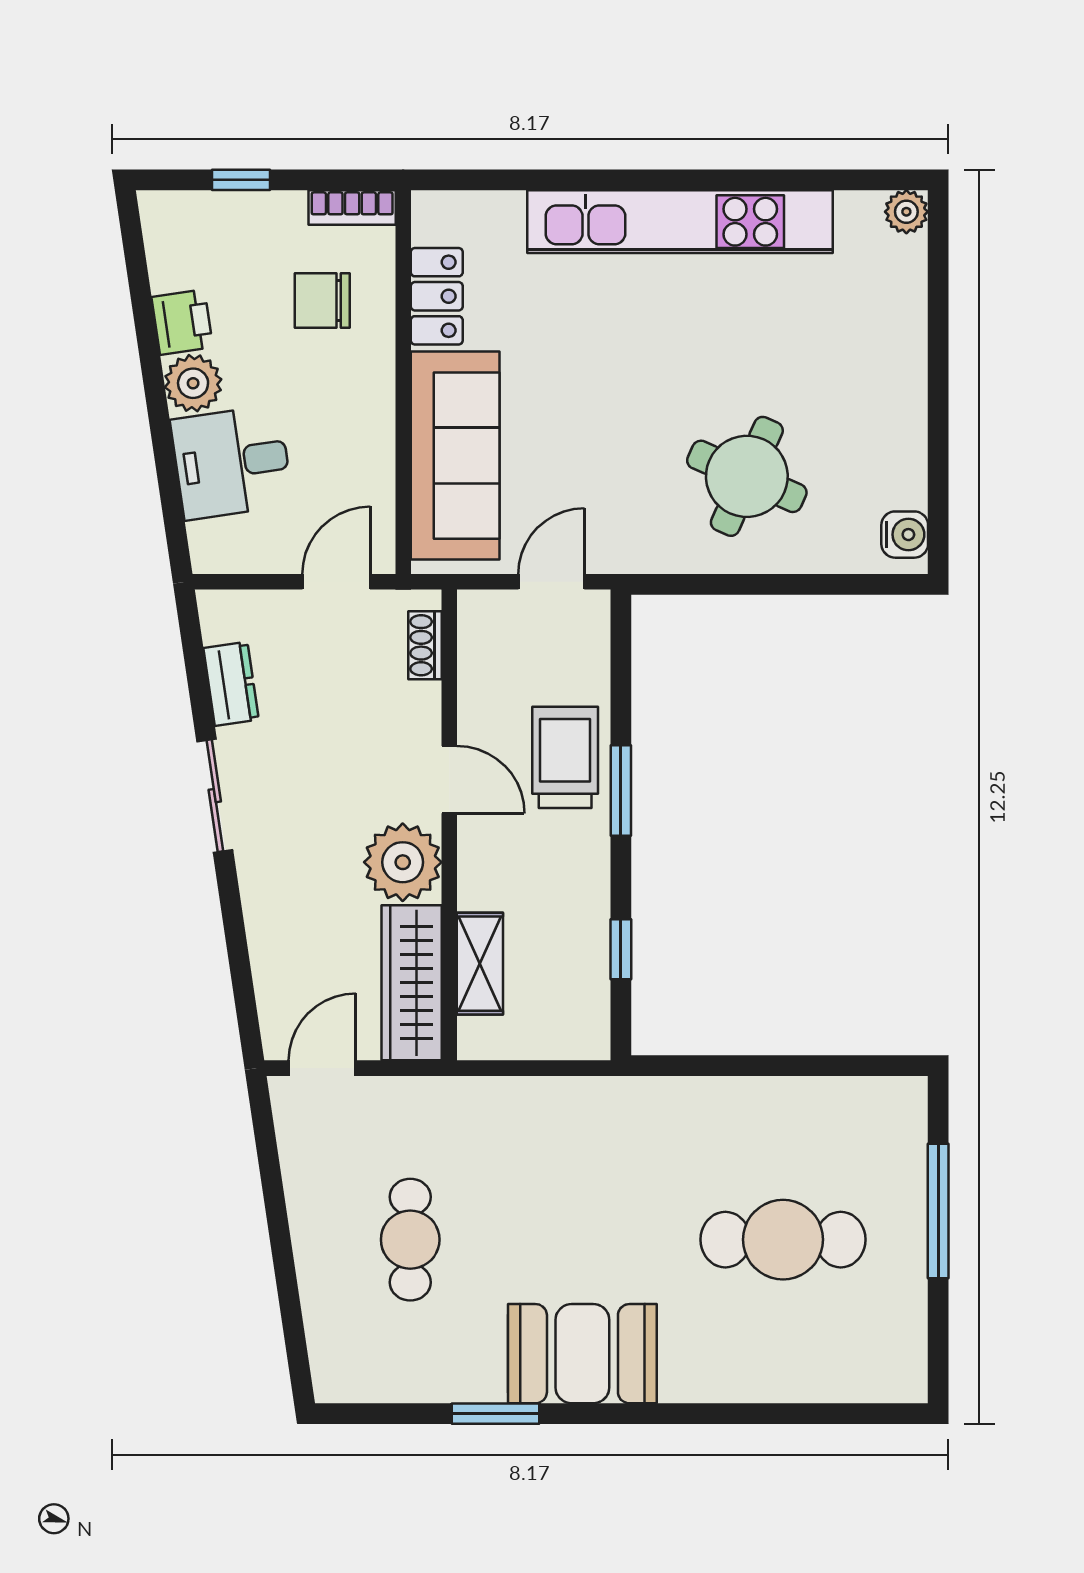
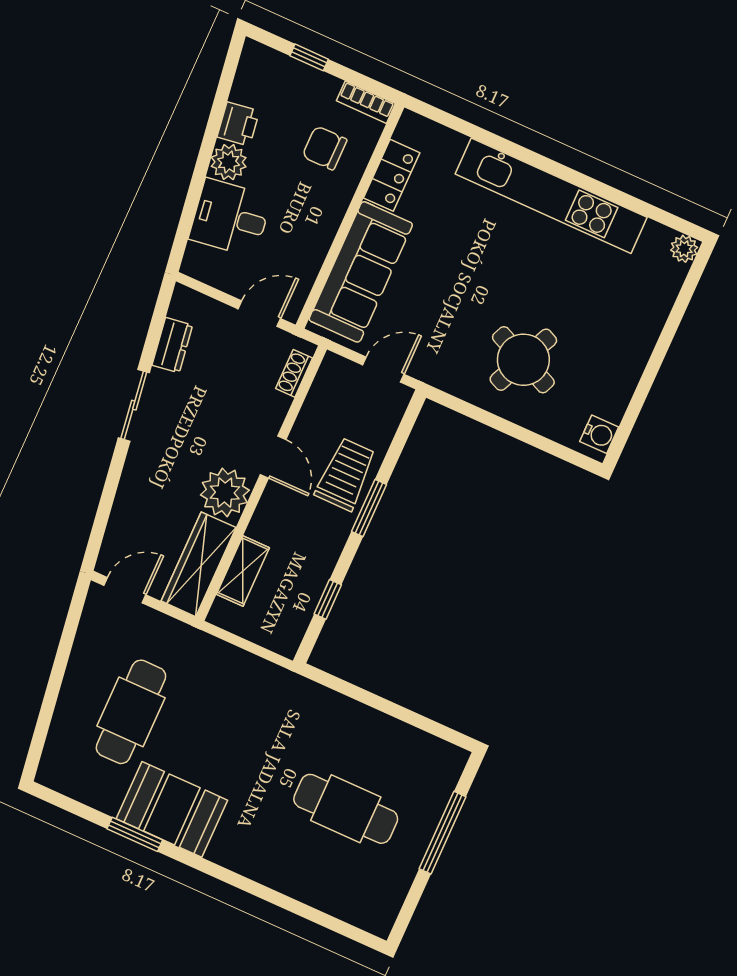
cafe table: (410, 1240) -> (131, 712), width x1.37, depth x1.35
booth: (582, 1354) -> (172, 809), moved

